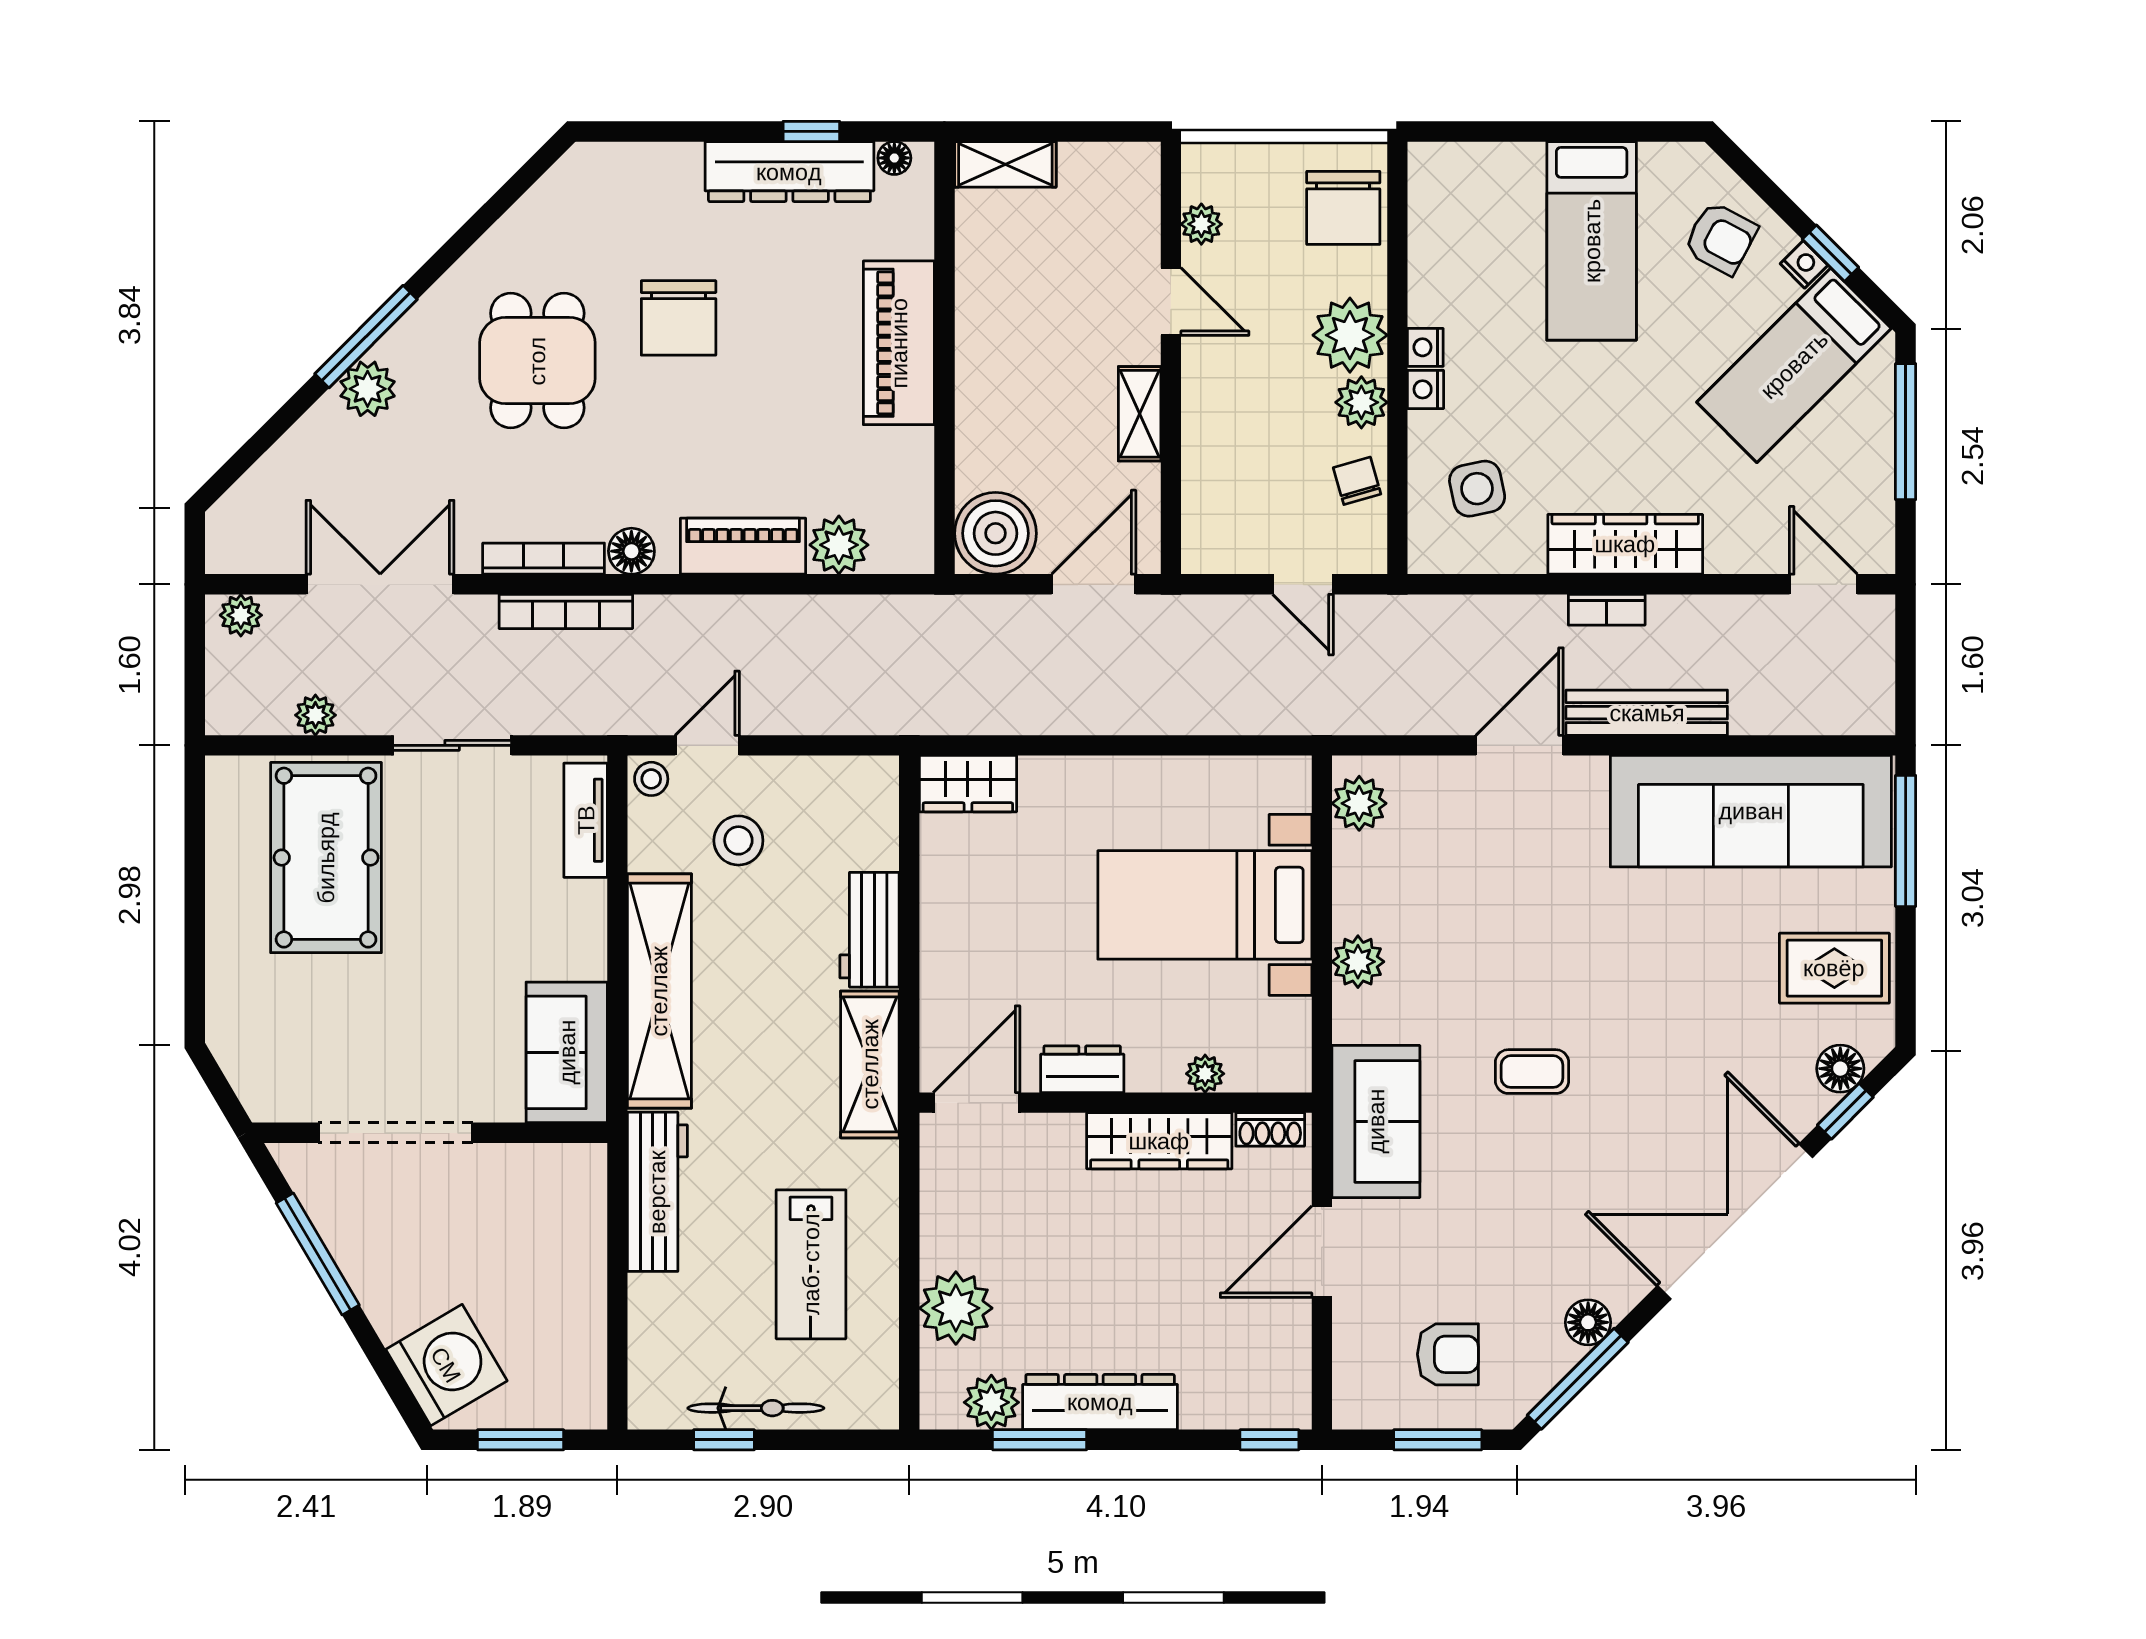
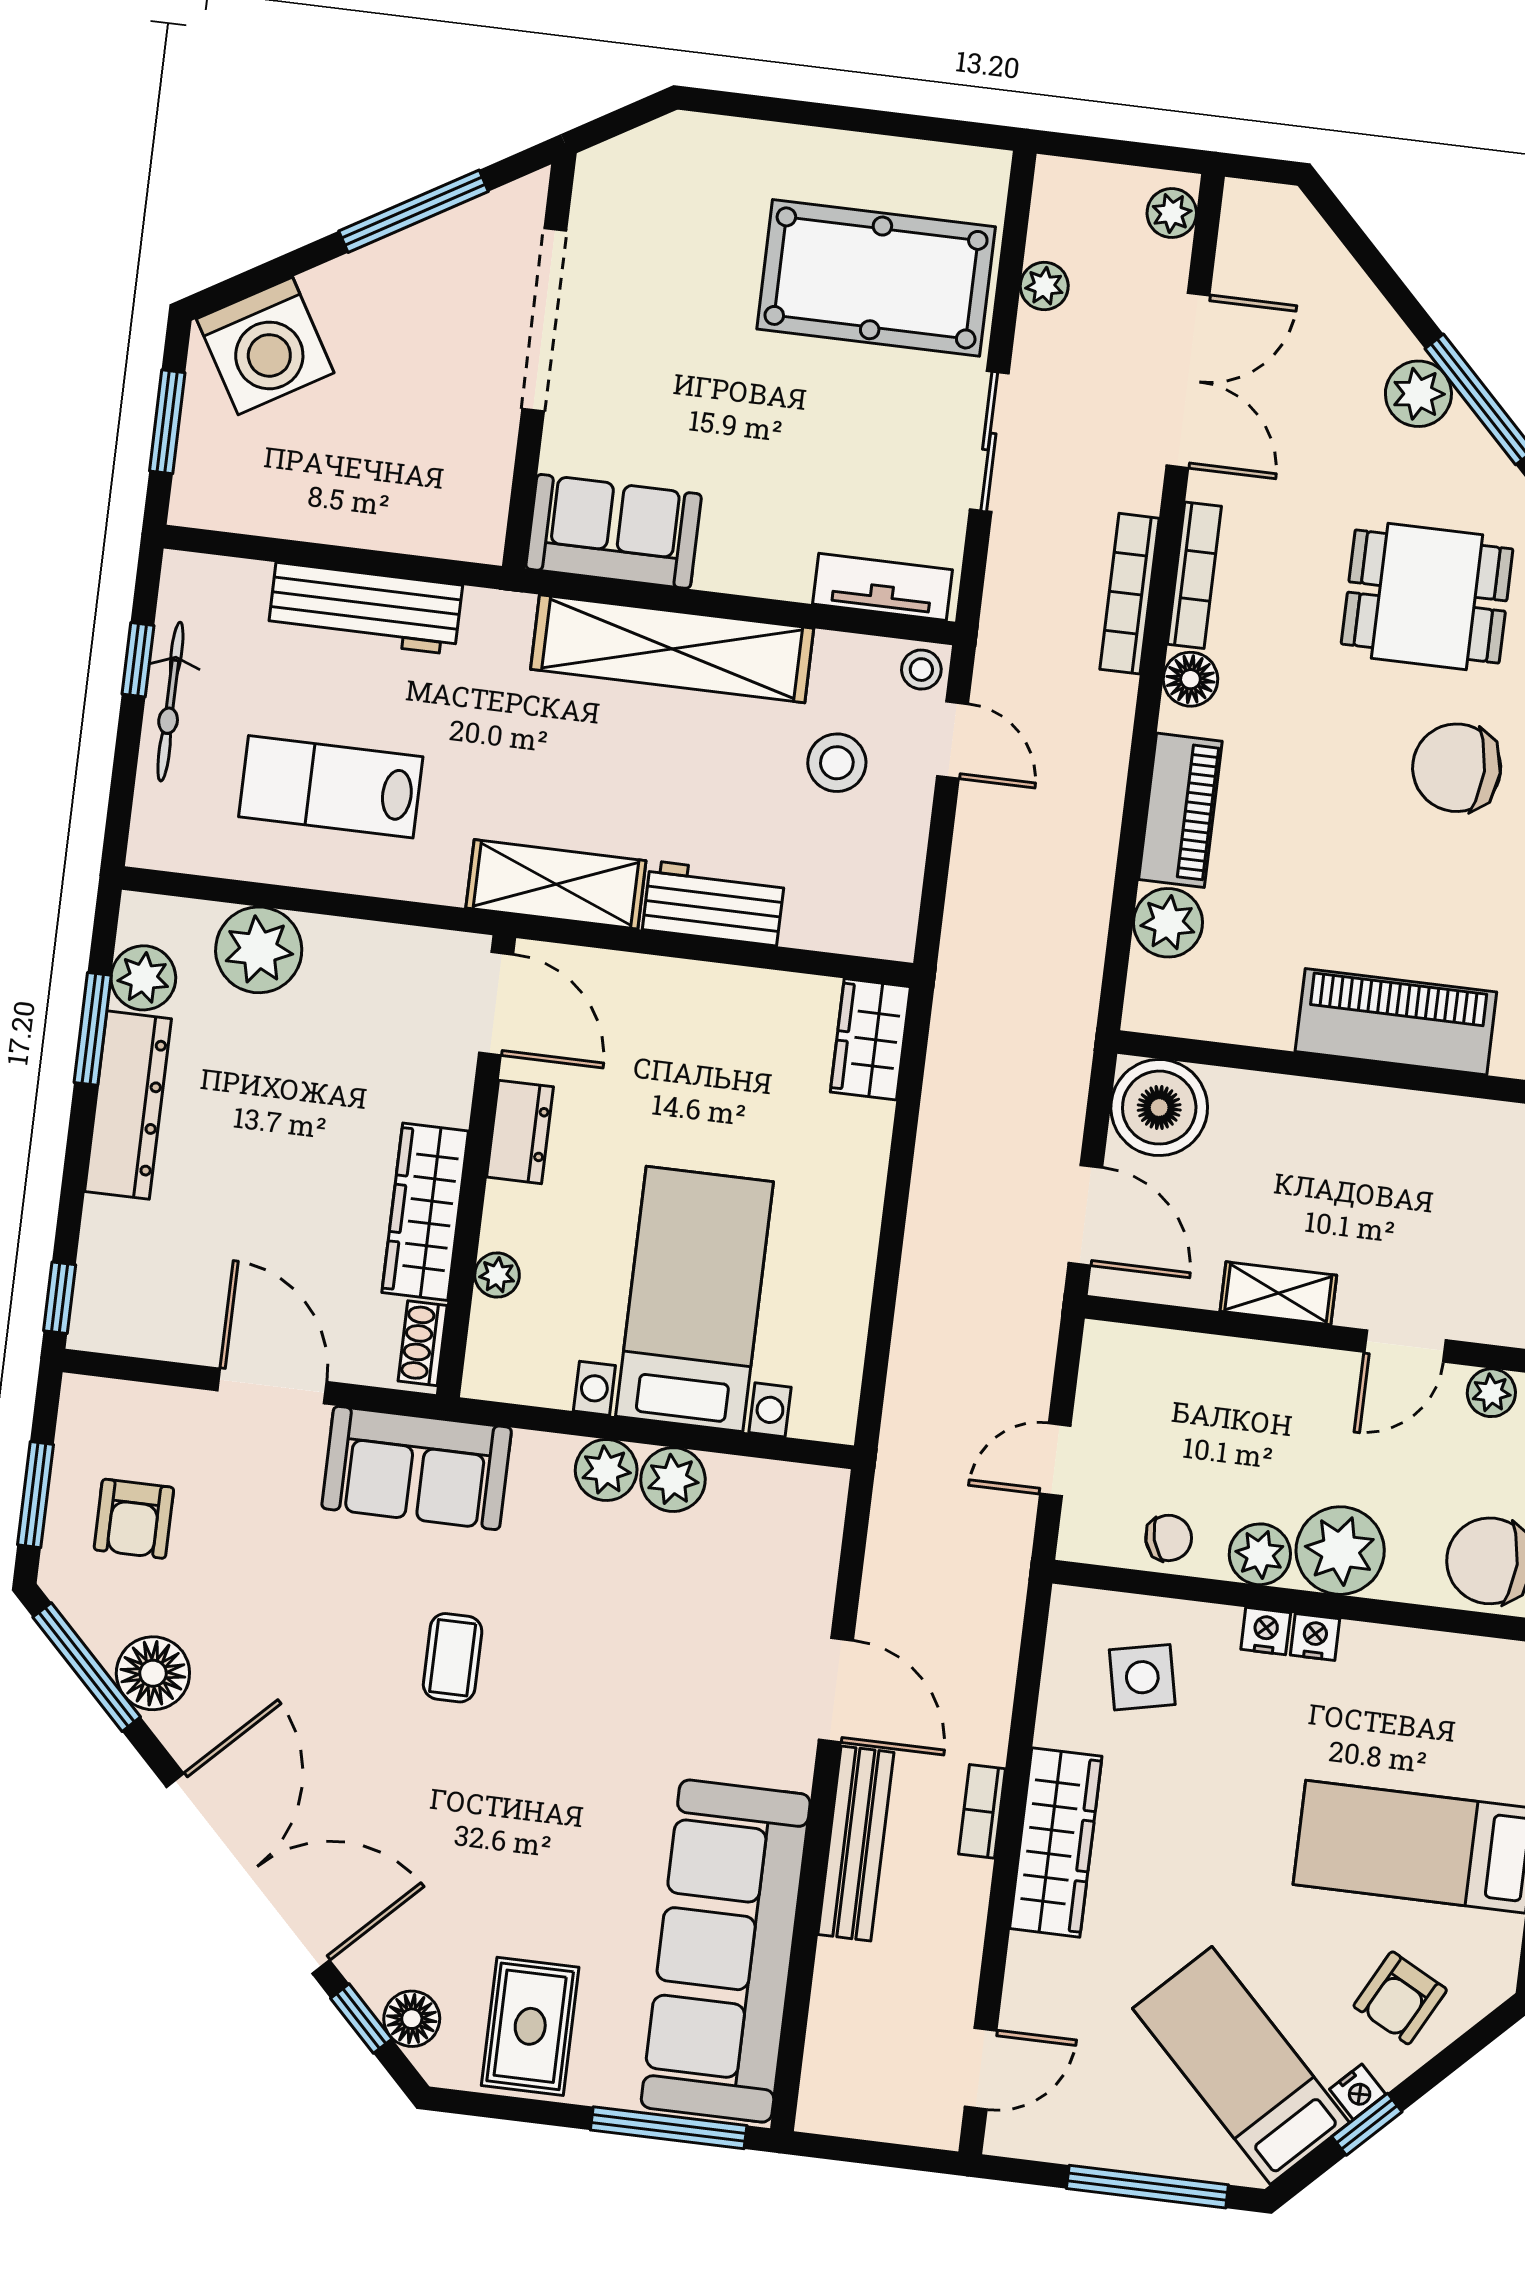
plant: (1359, 803) -> (673, 1480), moved
workbench: (657, 1192) -> (365, 609), moved
floor lamp: (1588, 1322) -> (153, 1673), width x1.38, depth x1.38

